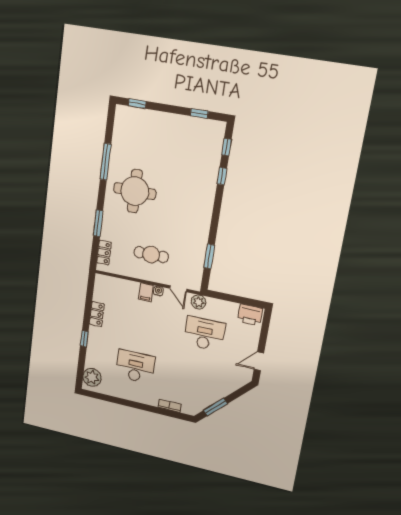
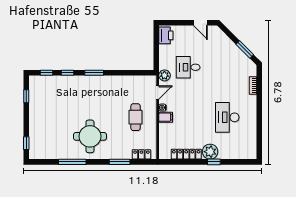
window: (209, 256) -> (94, 73), moved
locker: (97, 314) -> (186, 154), width x1.53
desk: (204, 334) -> (188, 67), width x0.73
plant: (92, 377) -> (210, 152), moved

